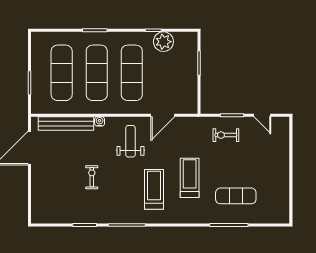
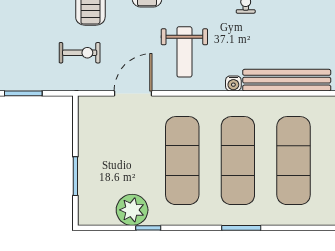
exercise bike: (226, 135) -> (80, 53), moved

